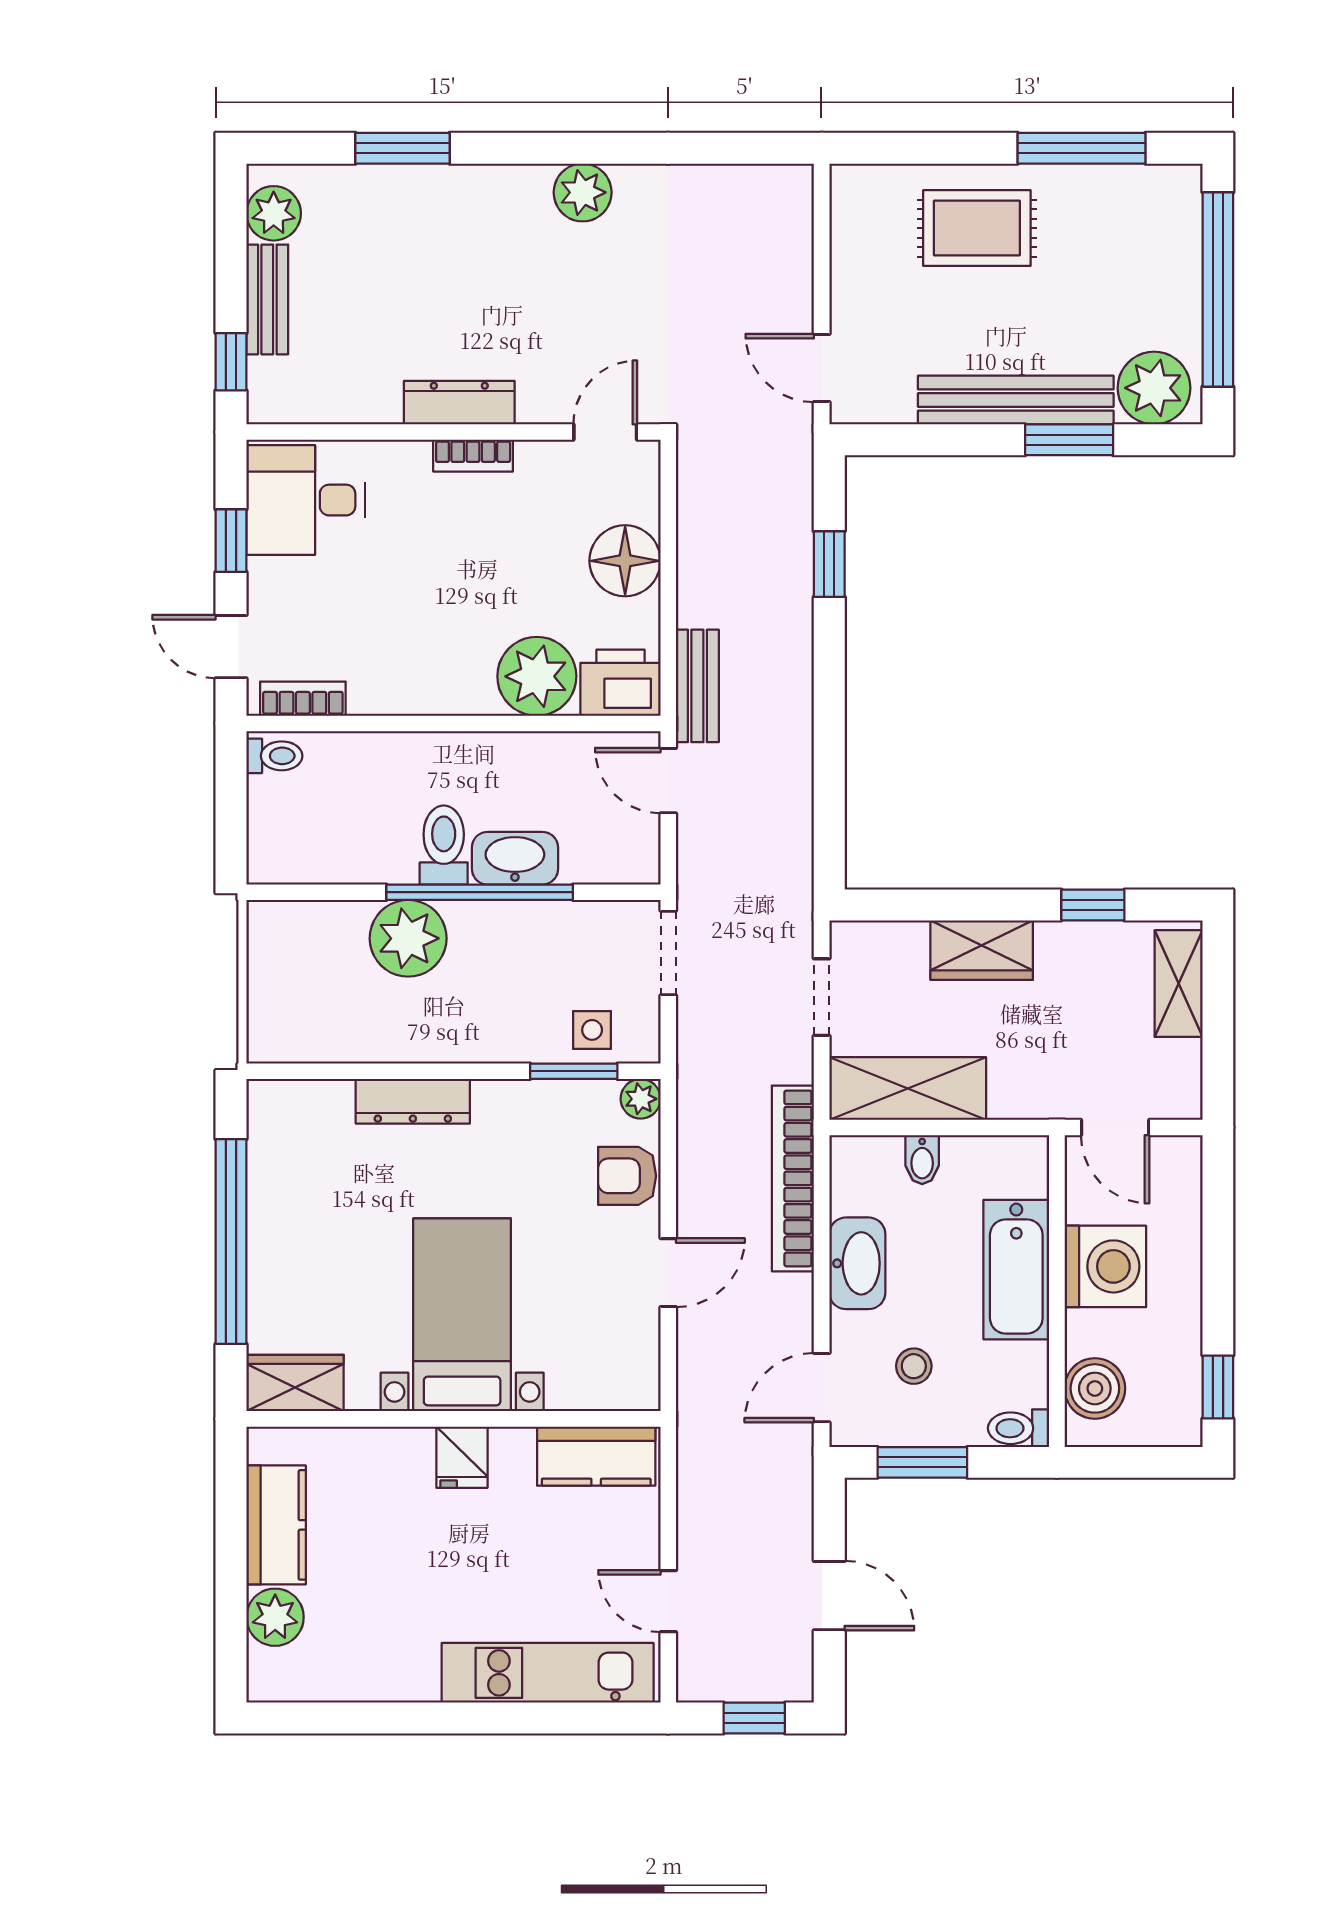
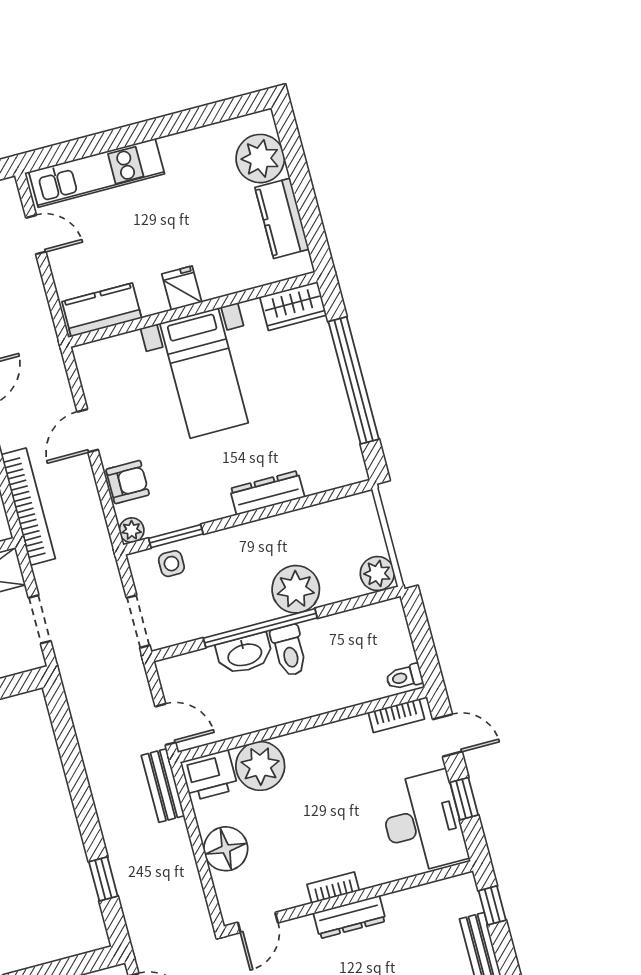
desk: (306, 500) -> (423, 822), width x1.37
plant: (274, 929) -> (377, 574), added
plant: (275, 1617) -> (260, 159), width x1.36, depth x1.36

